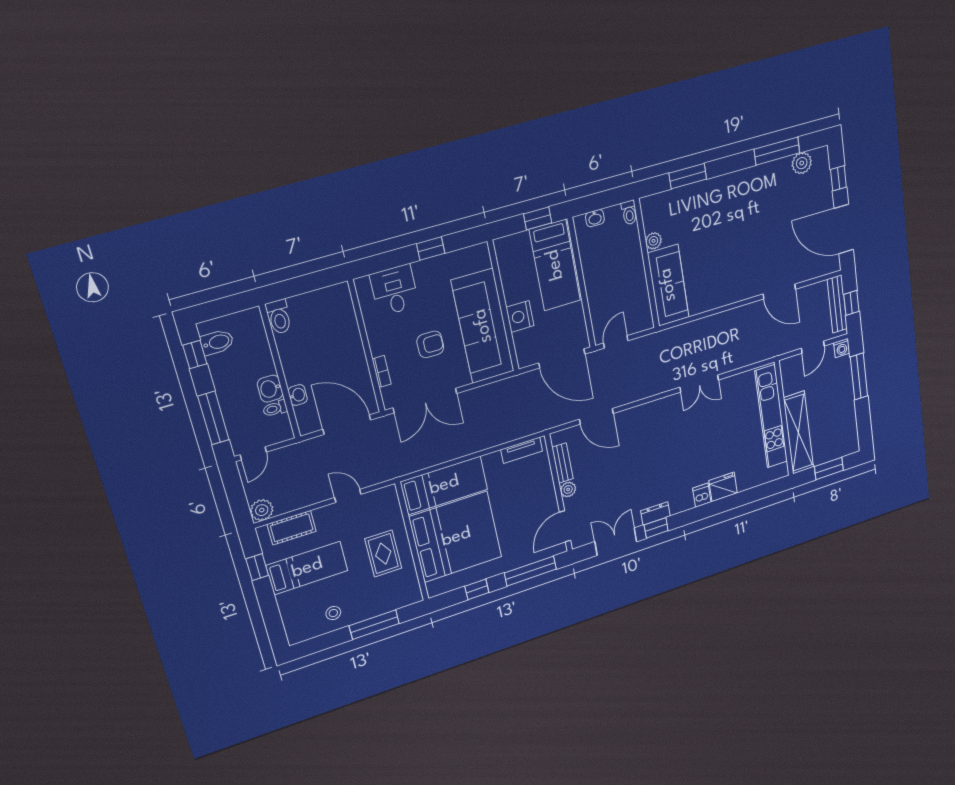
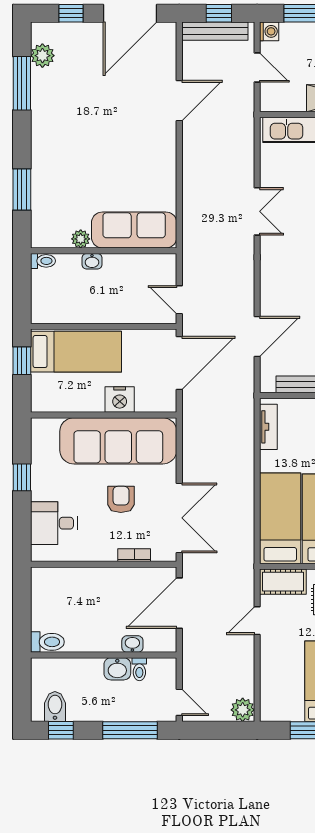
washbasin: (595, 218) -> (92, 261), moved, turned 90
cot: (292, 528) -> (283, 582), moved, turned 90

